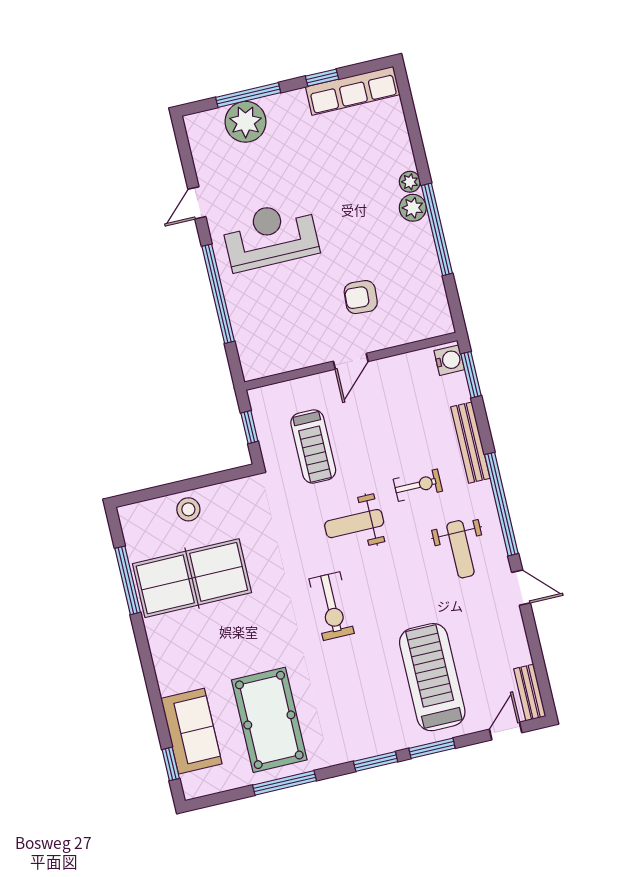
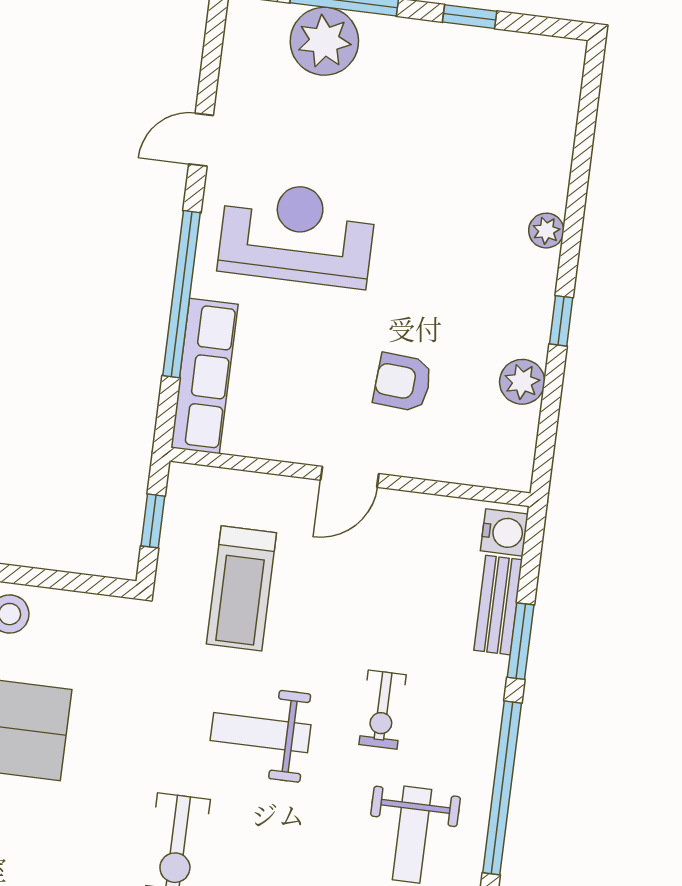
row of seats: (353, 91) -> (204, 376), moved, turned -90
plant: (413, 208) -> (522, 382), moved
window: (437, 229) -> (561, 321), width x0.32
window: (471, 375) -> (521, 641), moved
bench: (470, 443) -> (498, 605), moved, width x0.73
exercise bike: (418, 485) -> (383, 710), turned 90

